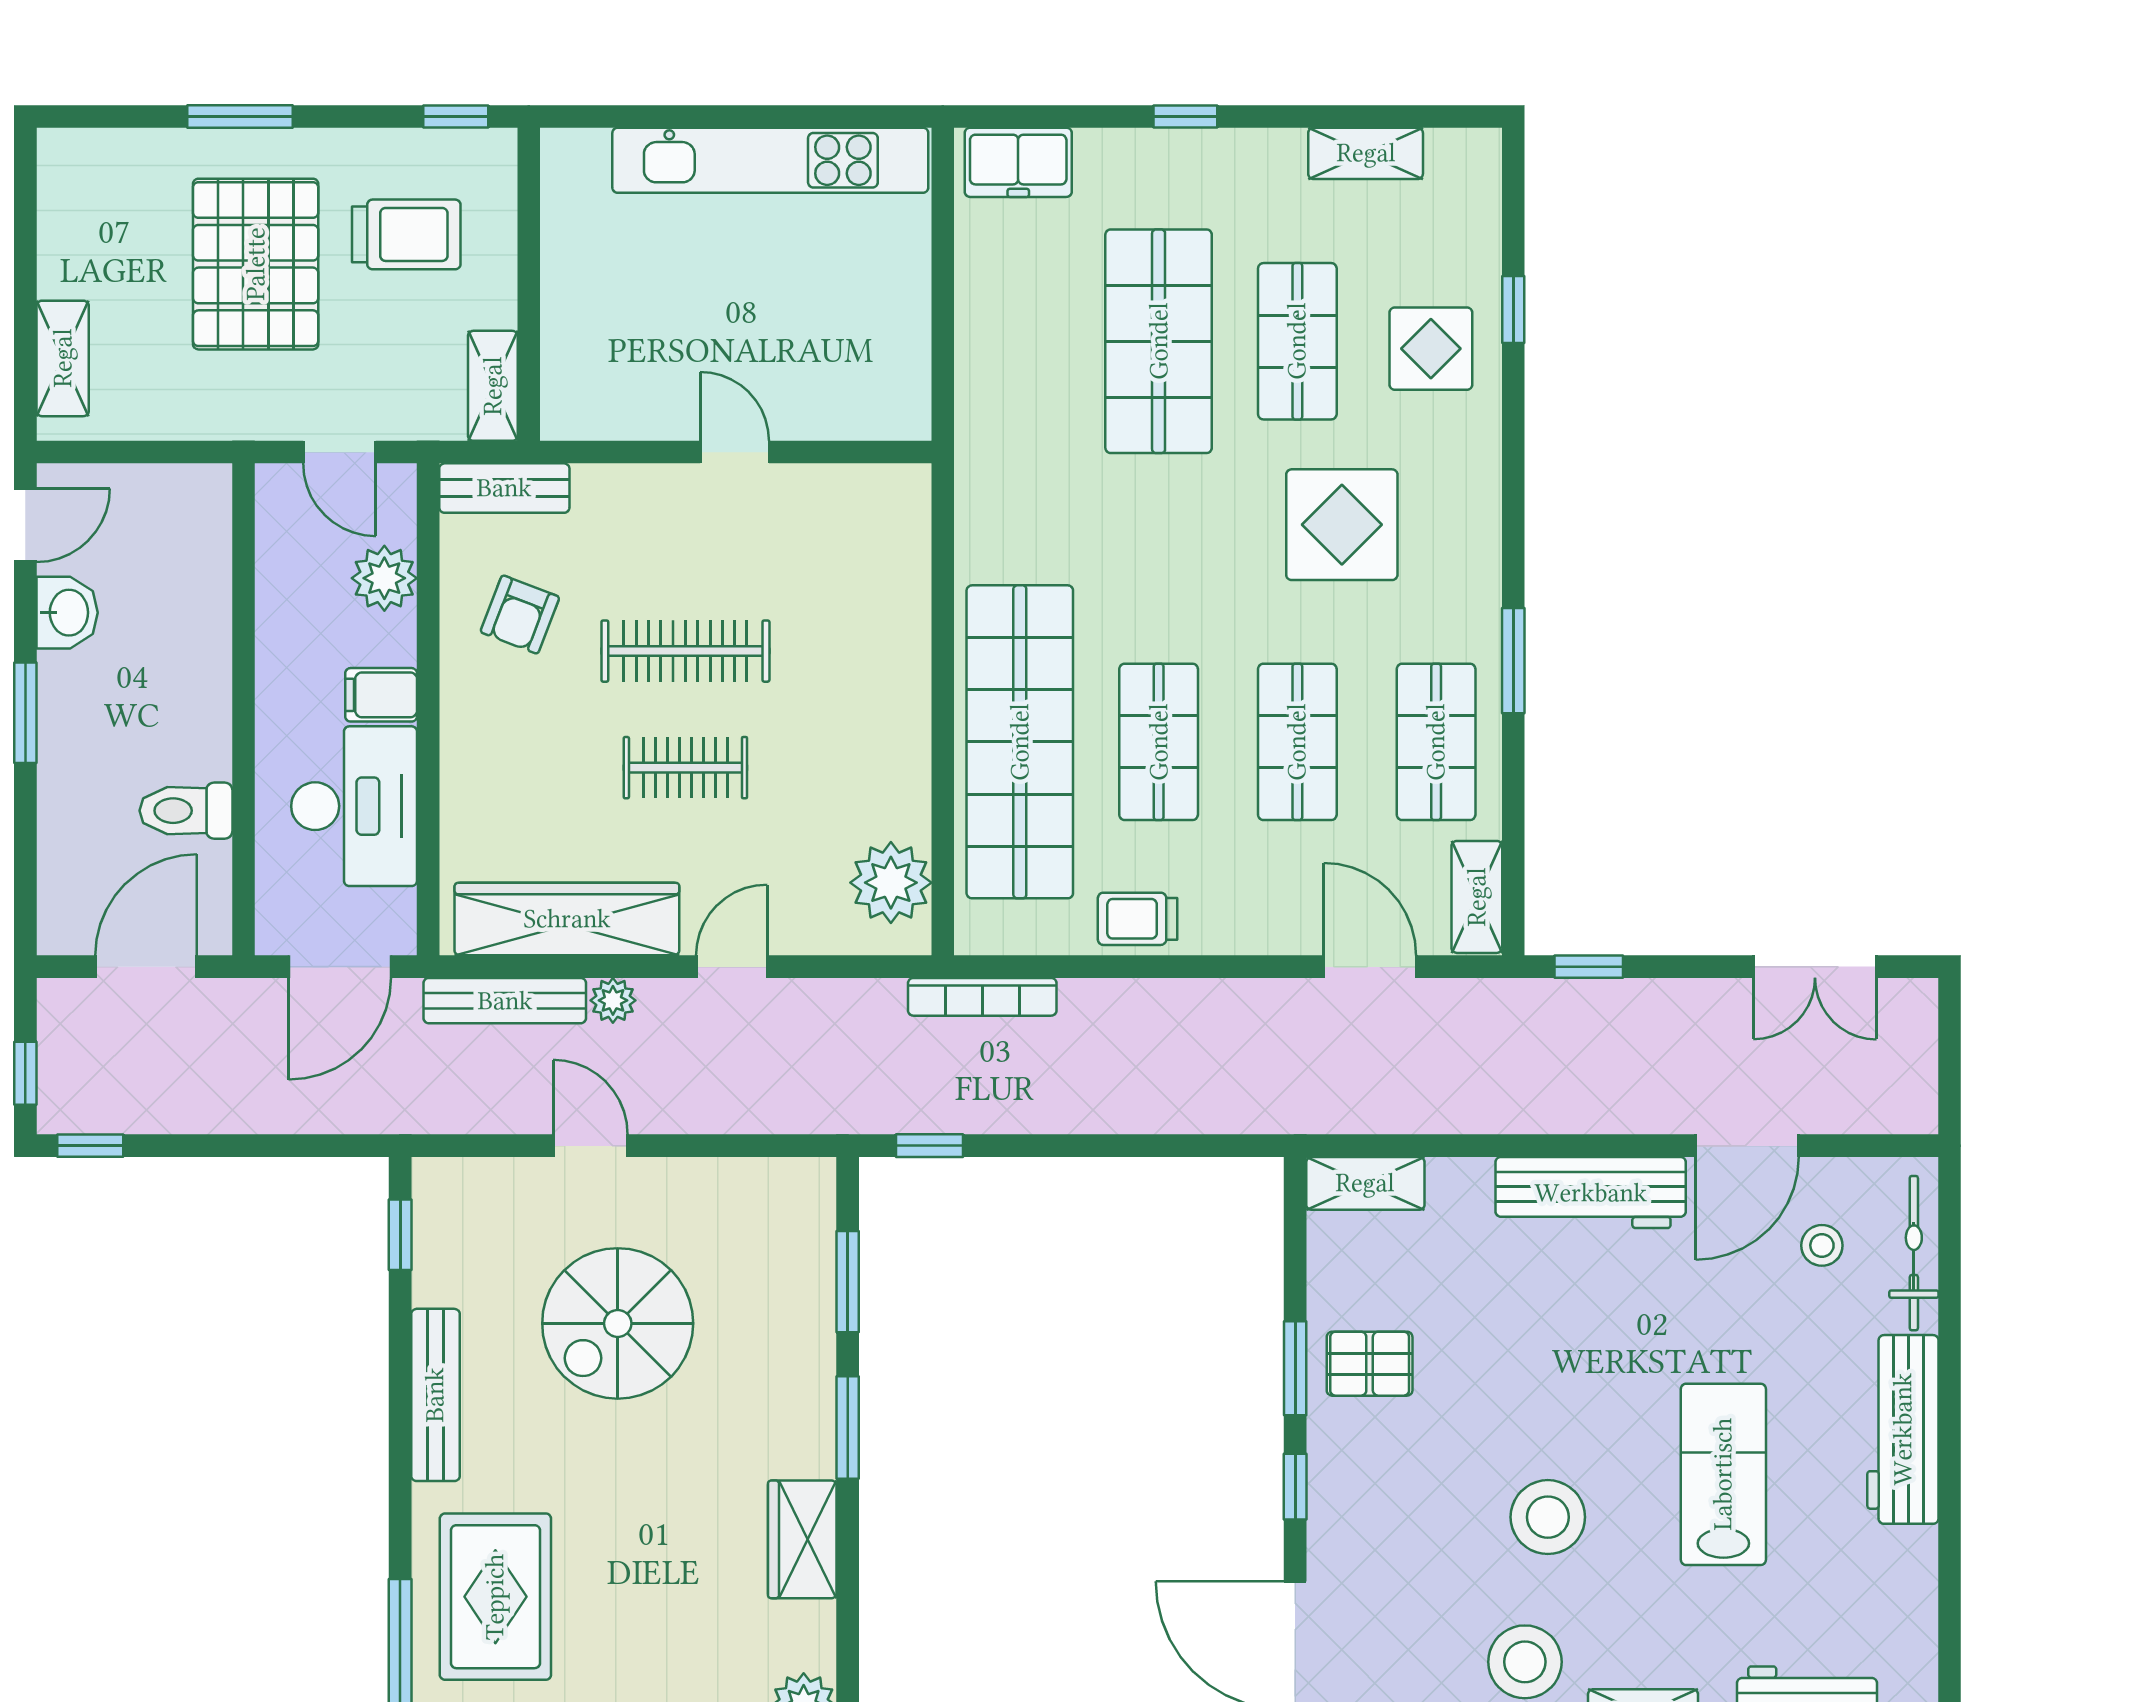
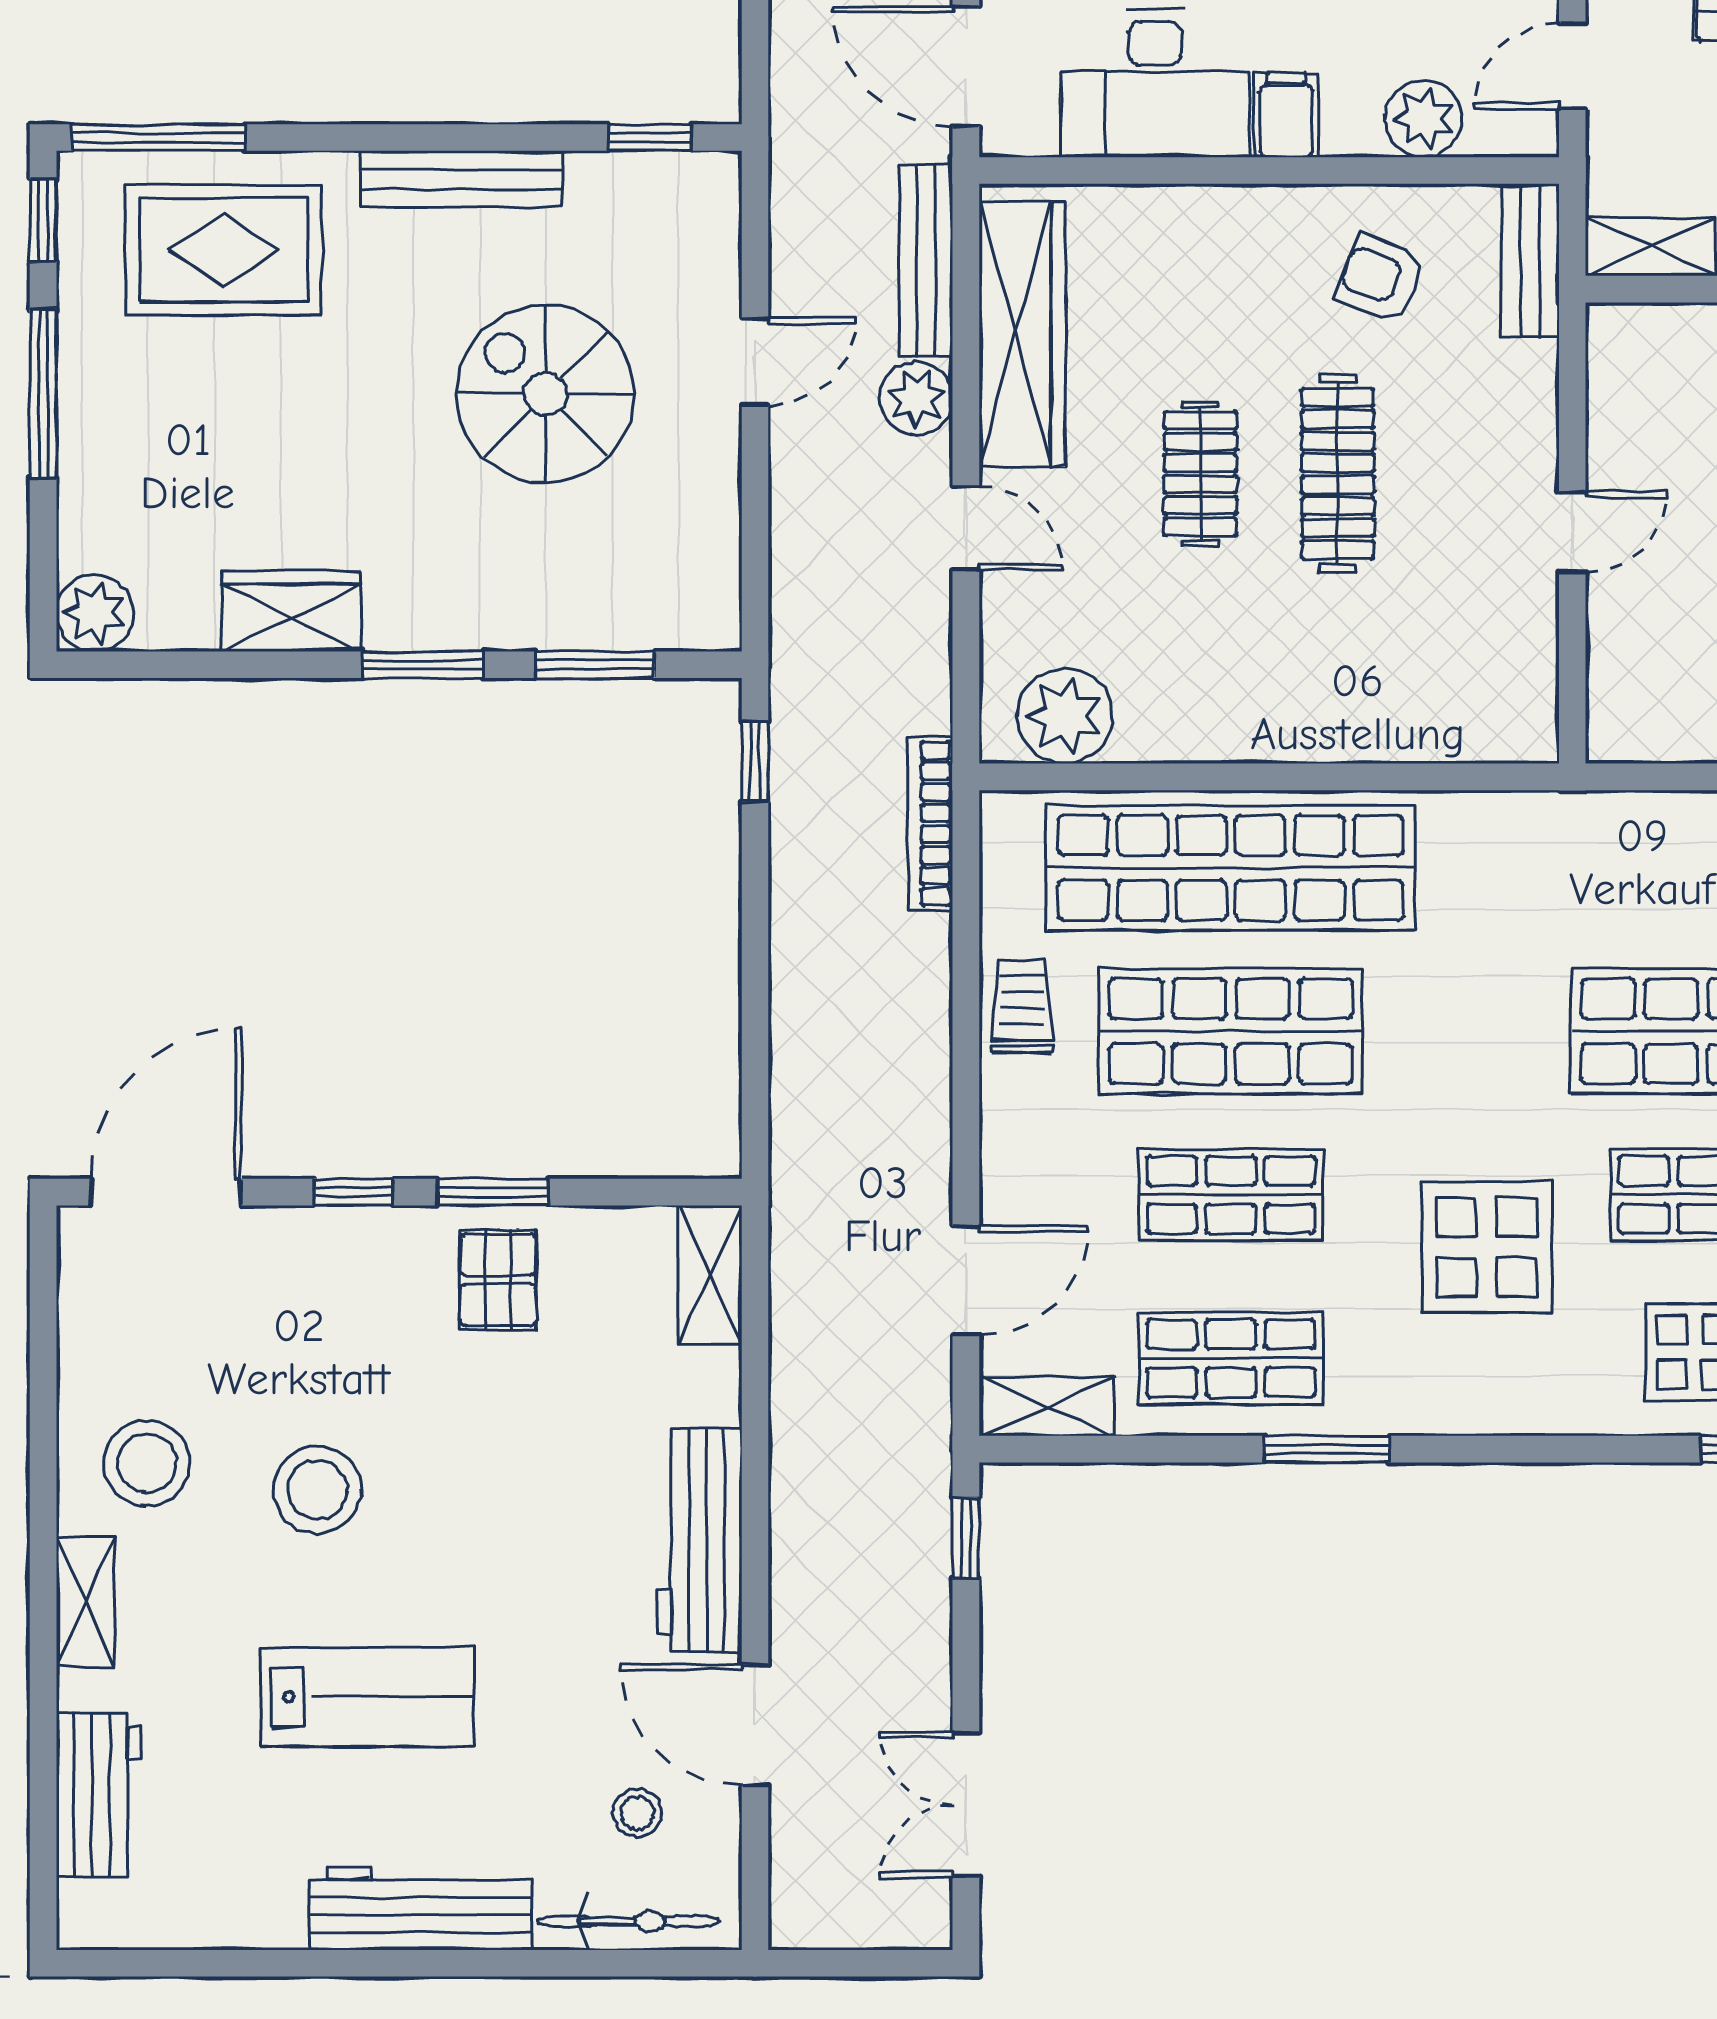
shop shelf: (1159, 742) -> (1231, 1031), width x1.43, depth x1.36
plant: (613, 1000) -> (916, 398), width x1.38, depth x1.38

